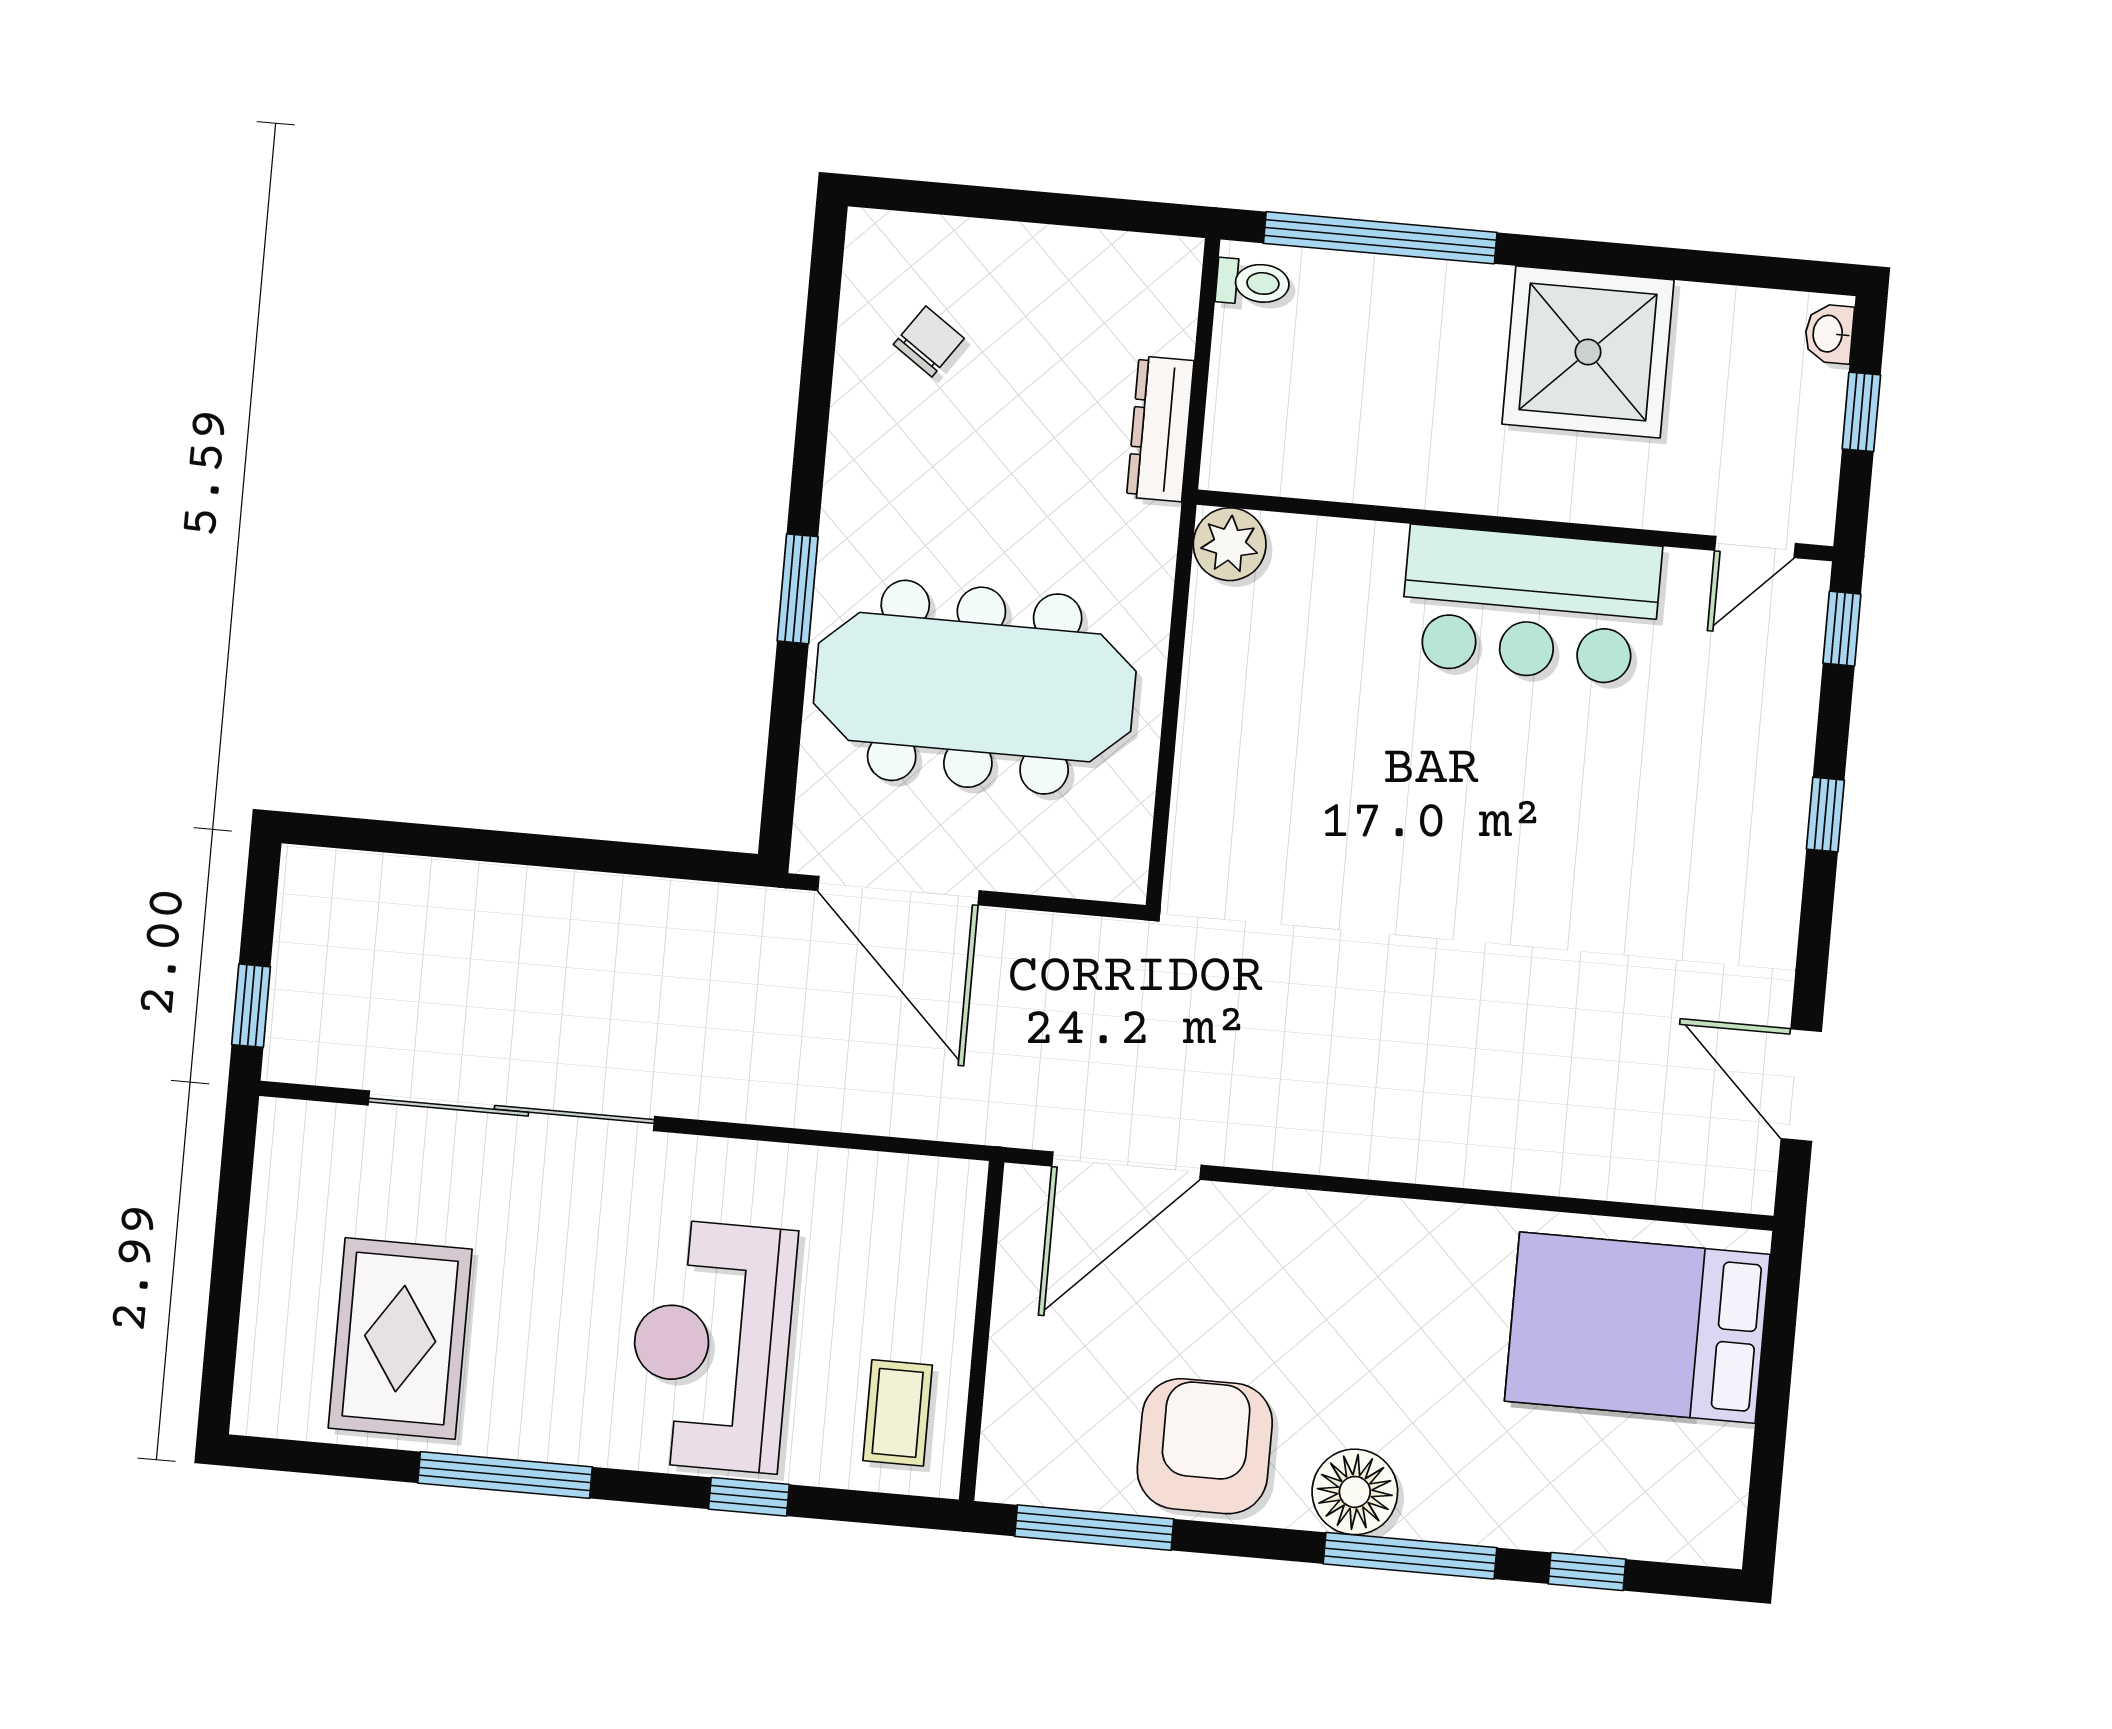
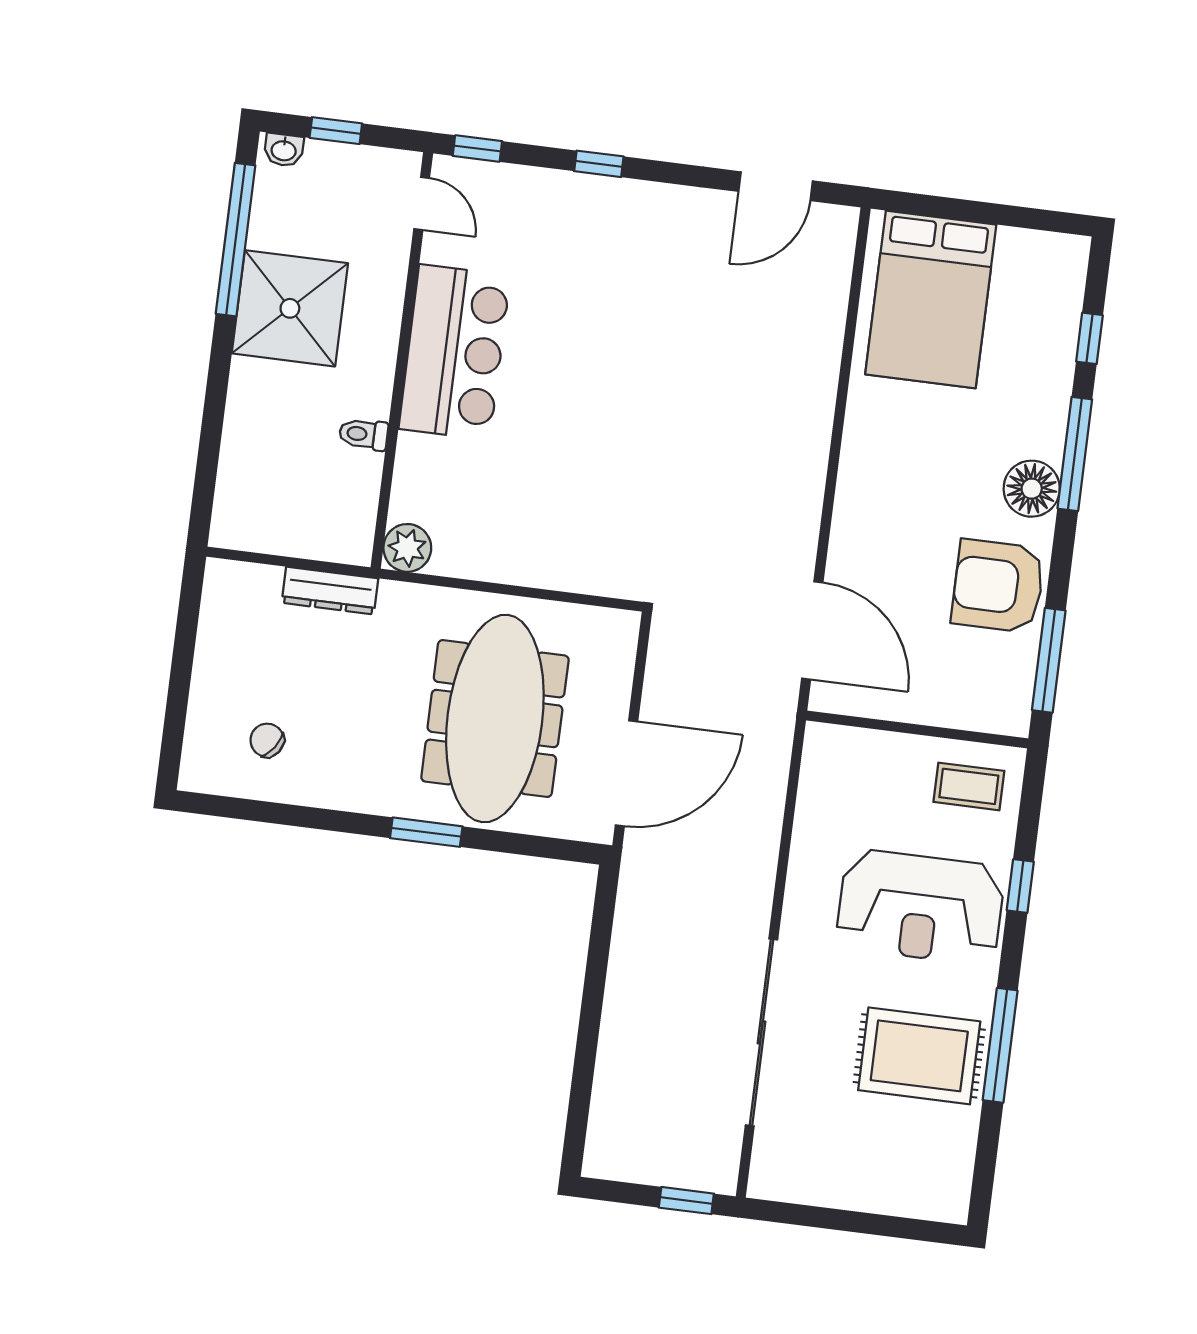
window: (1380, 238) -> (236, 240), moved
toilet: (1253, 283) -> (364, 434), moved, turned -90
rug: (400, 1339) -> (919, 1056), moved

